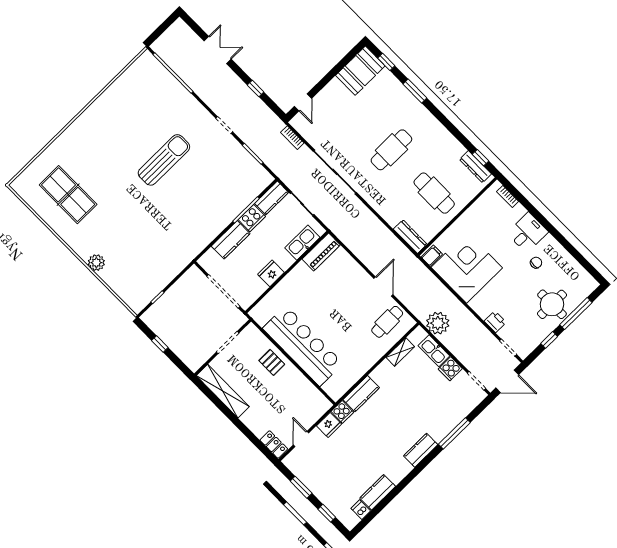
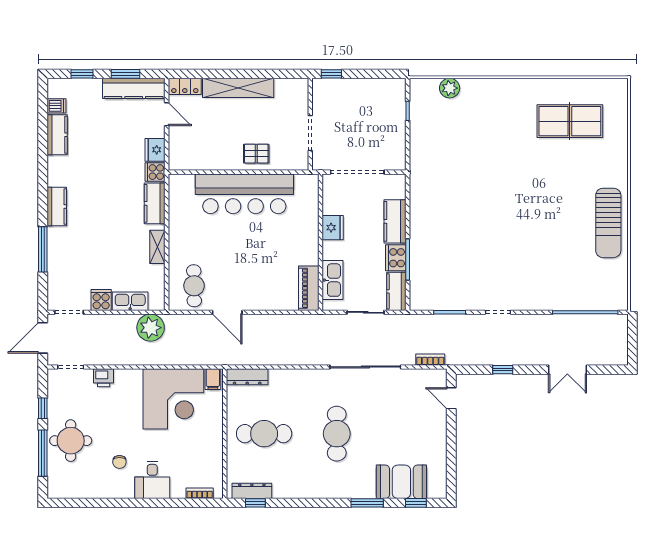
booth: (360, 71) -> (401, 482), moved, turned 90
sun lounger: (164, 160) -> (608, 223), moved
plant: (96, 263) -> (450, 88), moved
window: (160, 344) -> (331, 74), moved
shelving: (400, 352) -> (157, 247), moved
shelving: (223, 391) -> (238, 88), moved
kitchen counter: (305, 474) -> (134, 88), added

